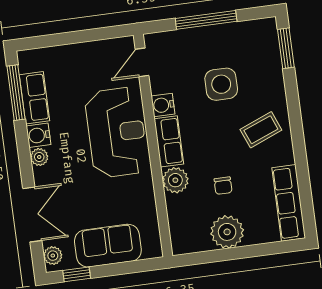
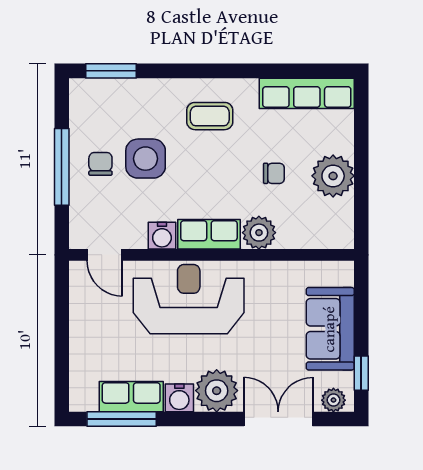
chair: (212, 50) -> (100, 164), added
coffee table: (261, 130) -> (210, 116), turned -68
plant: (39, 157) -> (217, 391), width x1.87, depth x1.87

